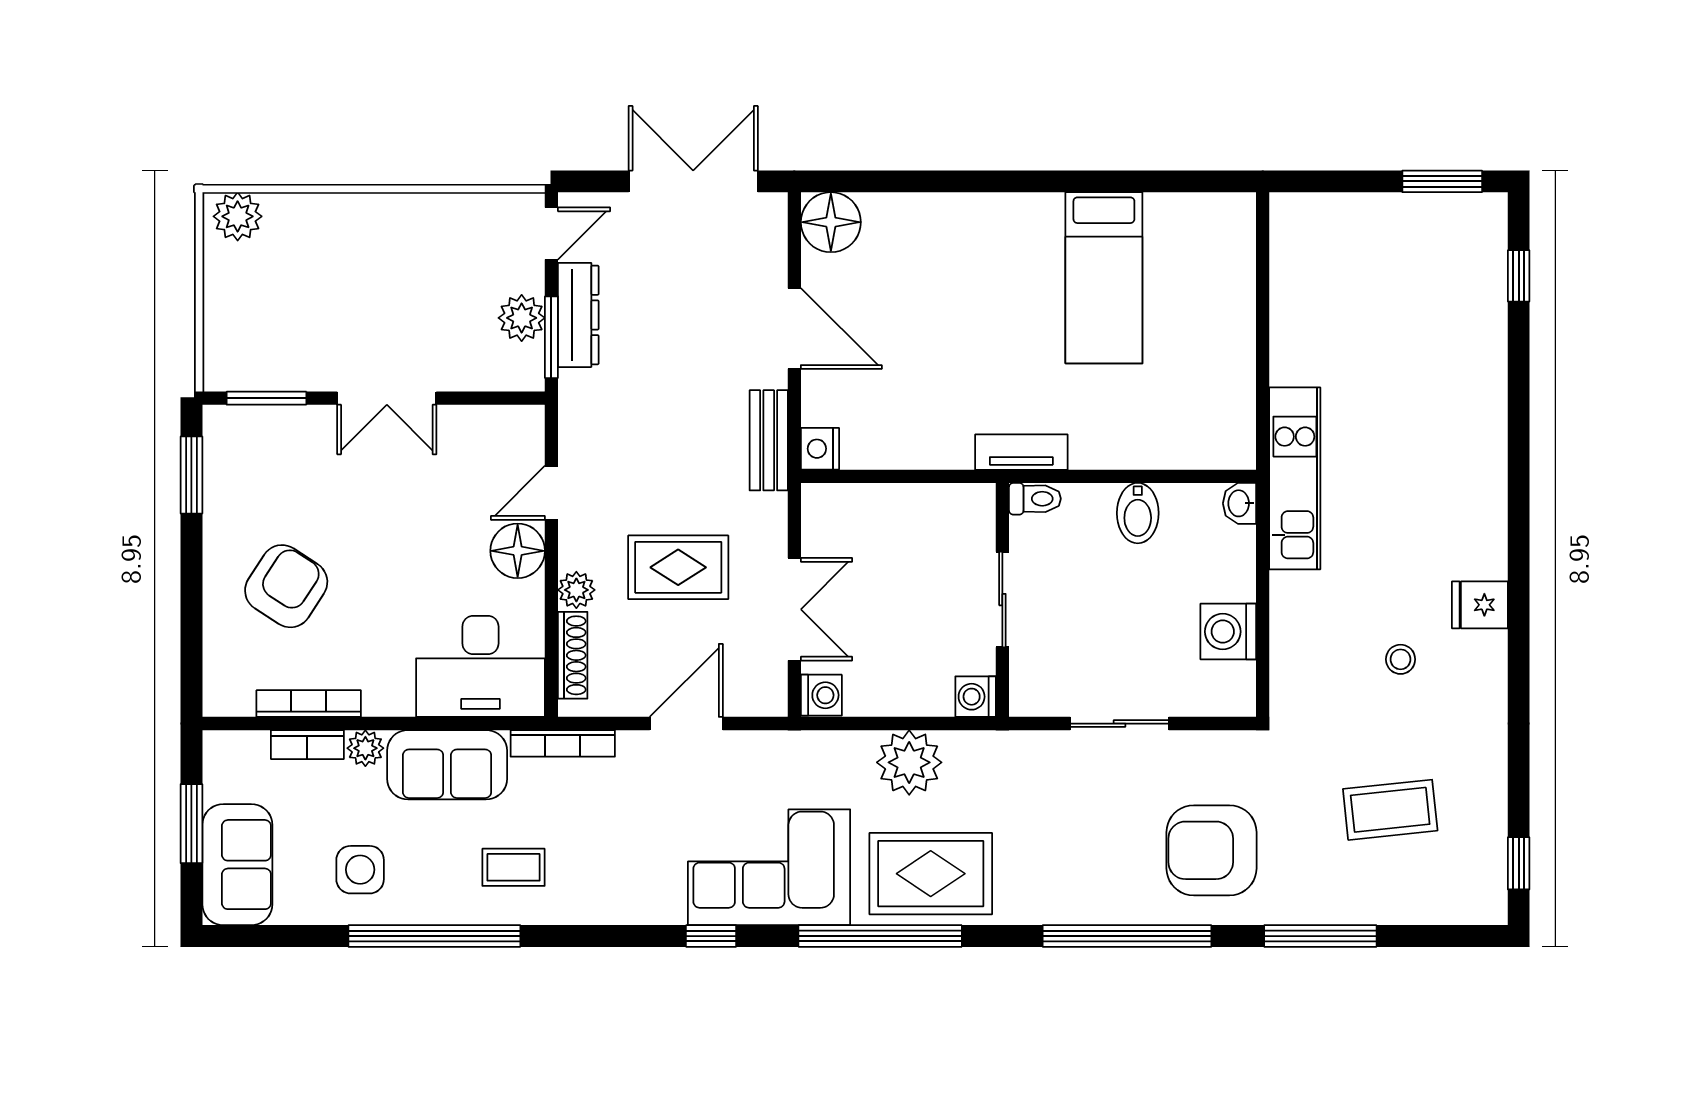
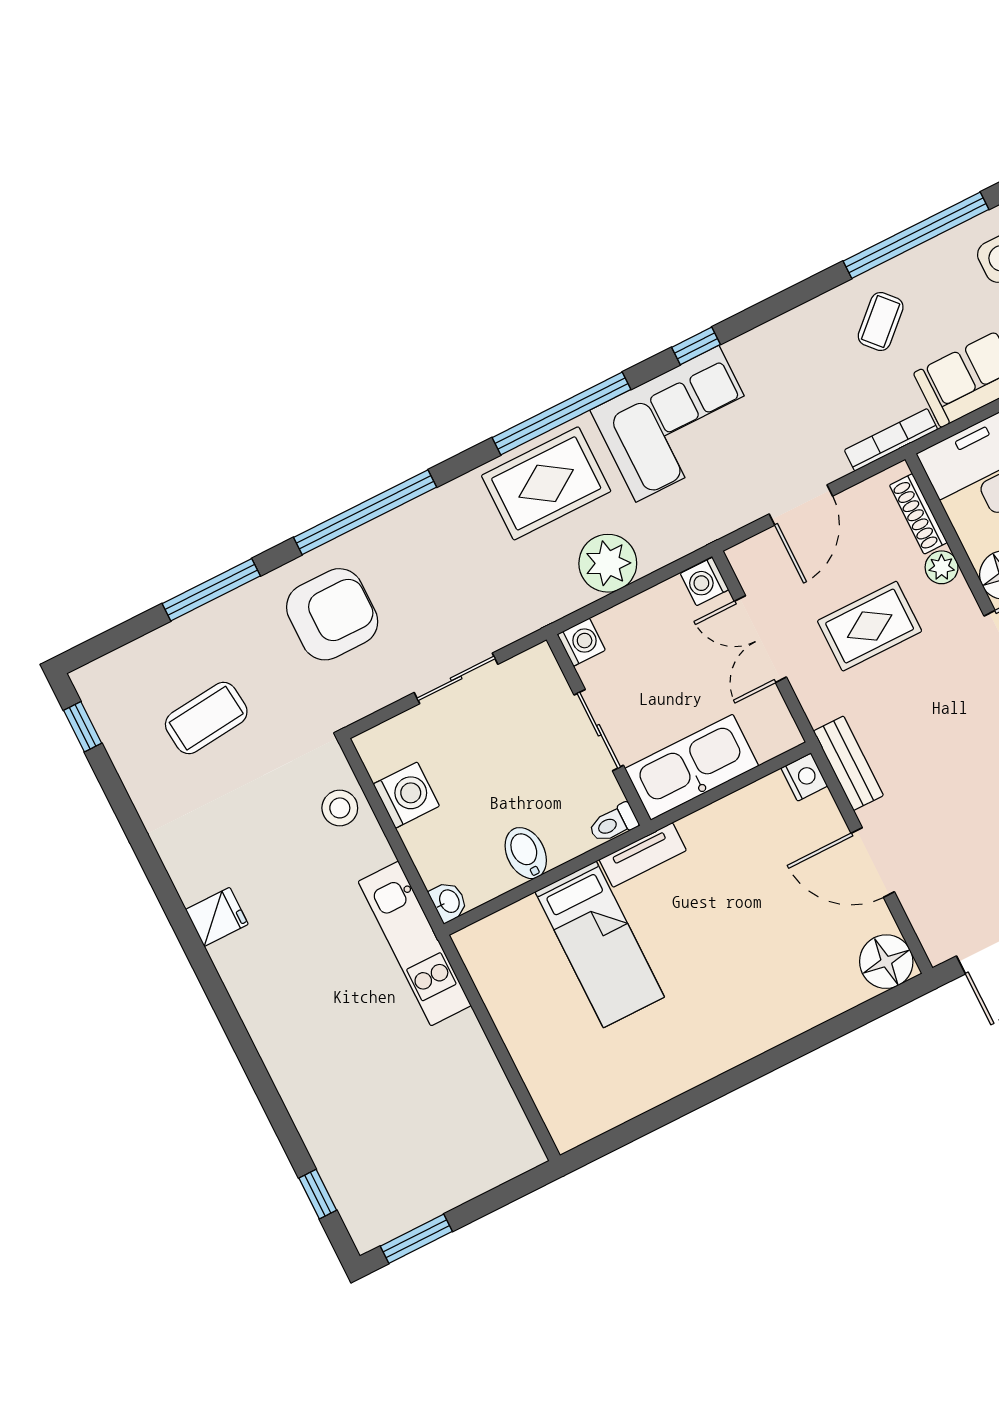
bed: (1104, 278) -> (600, 944), moved, turned 180
kitchen sink: (928, 515) -> (692, 767), added
stool: (1401, 659) -> (340, 808), moved, width x1.37, depth x1.37
coffee table: (513, 867) -> (881, 321), turned -43

